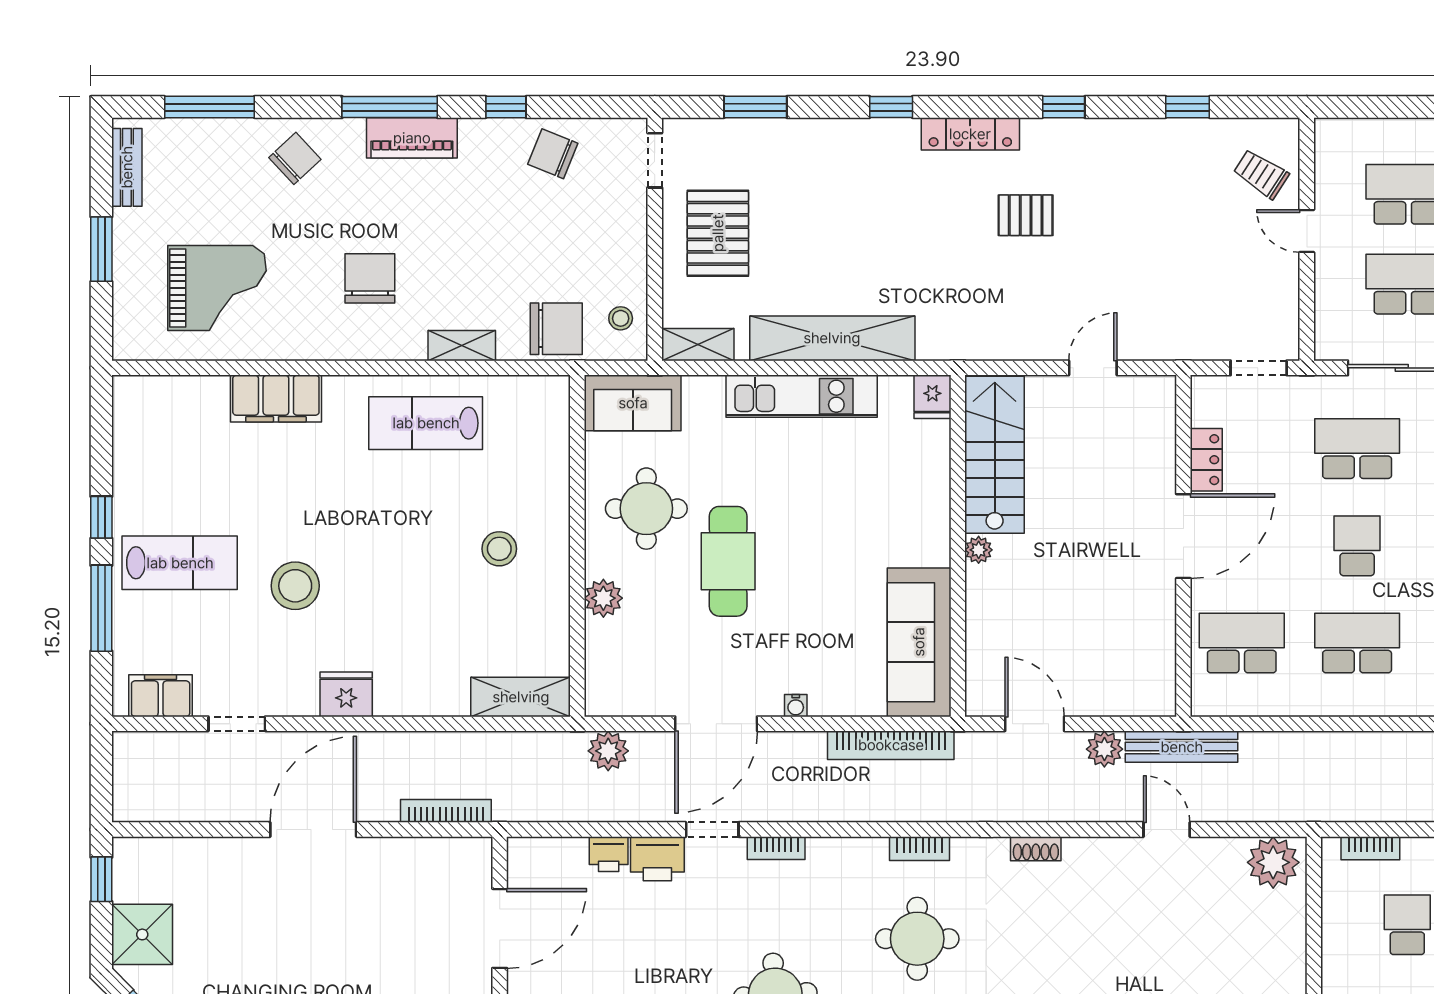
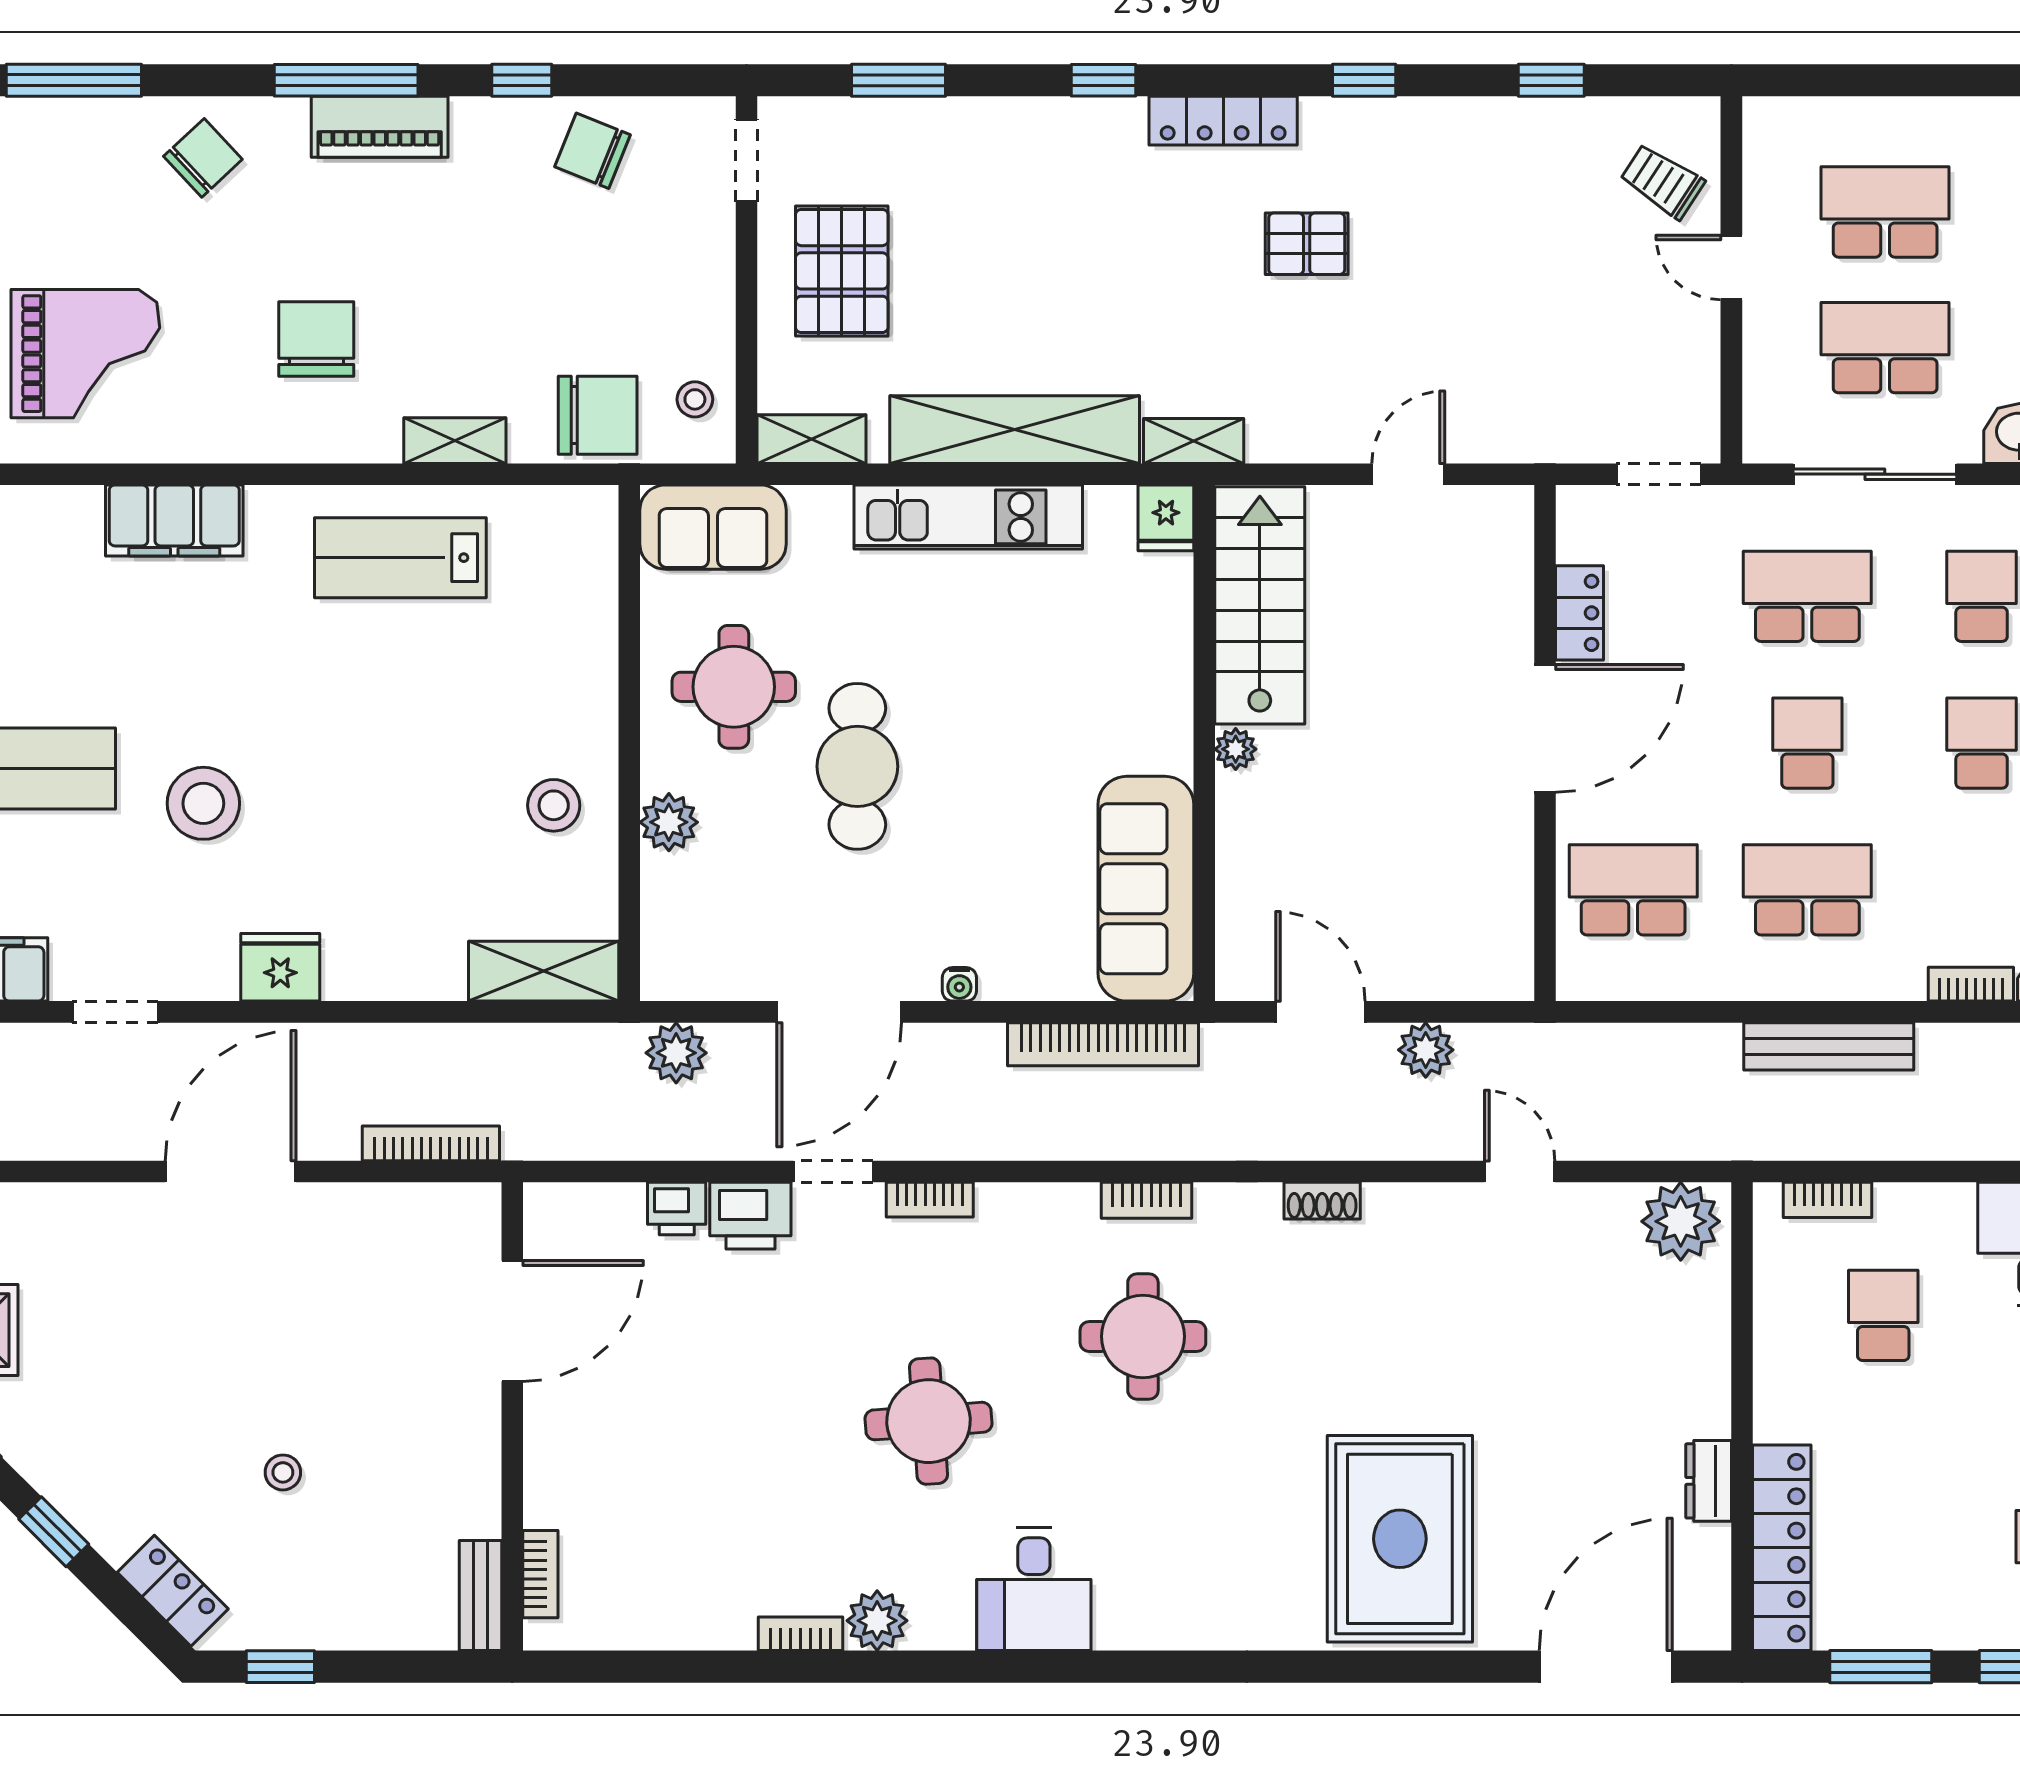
shelving: (951, 346) -> (1194, 441), added
stool: (499, 549) -> (554, 805), moved
bench: (1182, 747) -> (1829, 1046), moved

